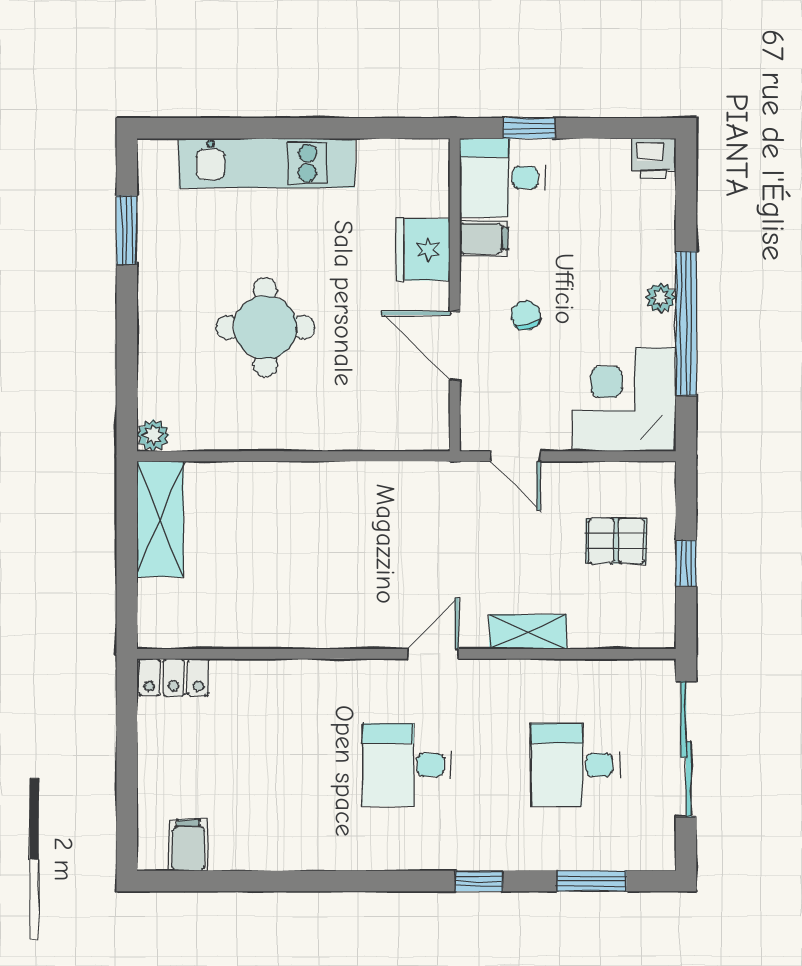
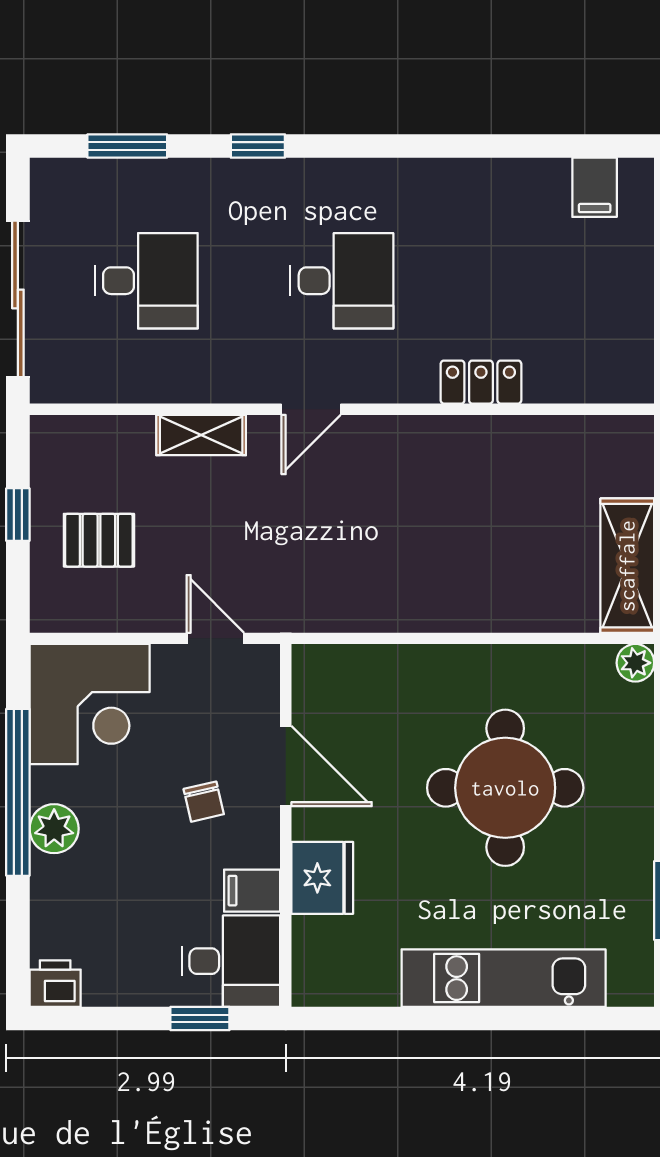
plant: (661, 298) -> (54, 829), width x1.38, depth x1.38
round table: (265, 327) -> (505, 788), width x1.36, depth x1.36
locker: (174, 677) -> (481, 382), moved

